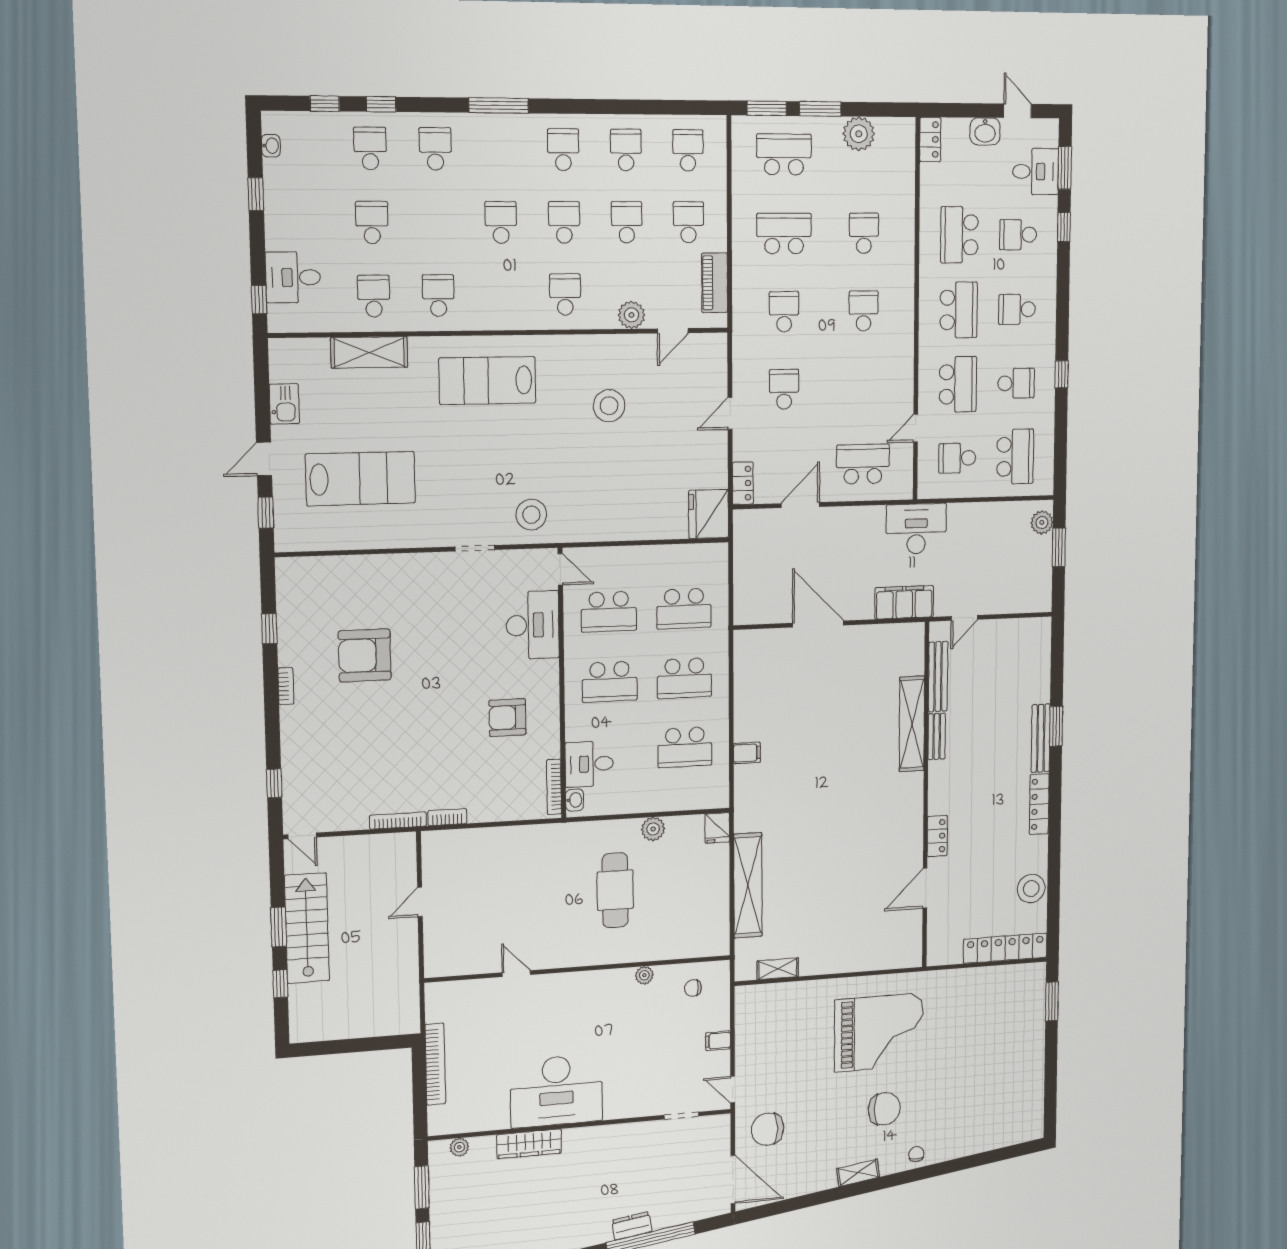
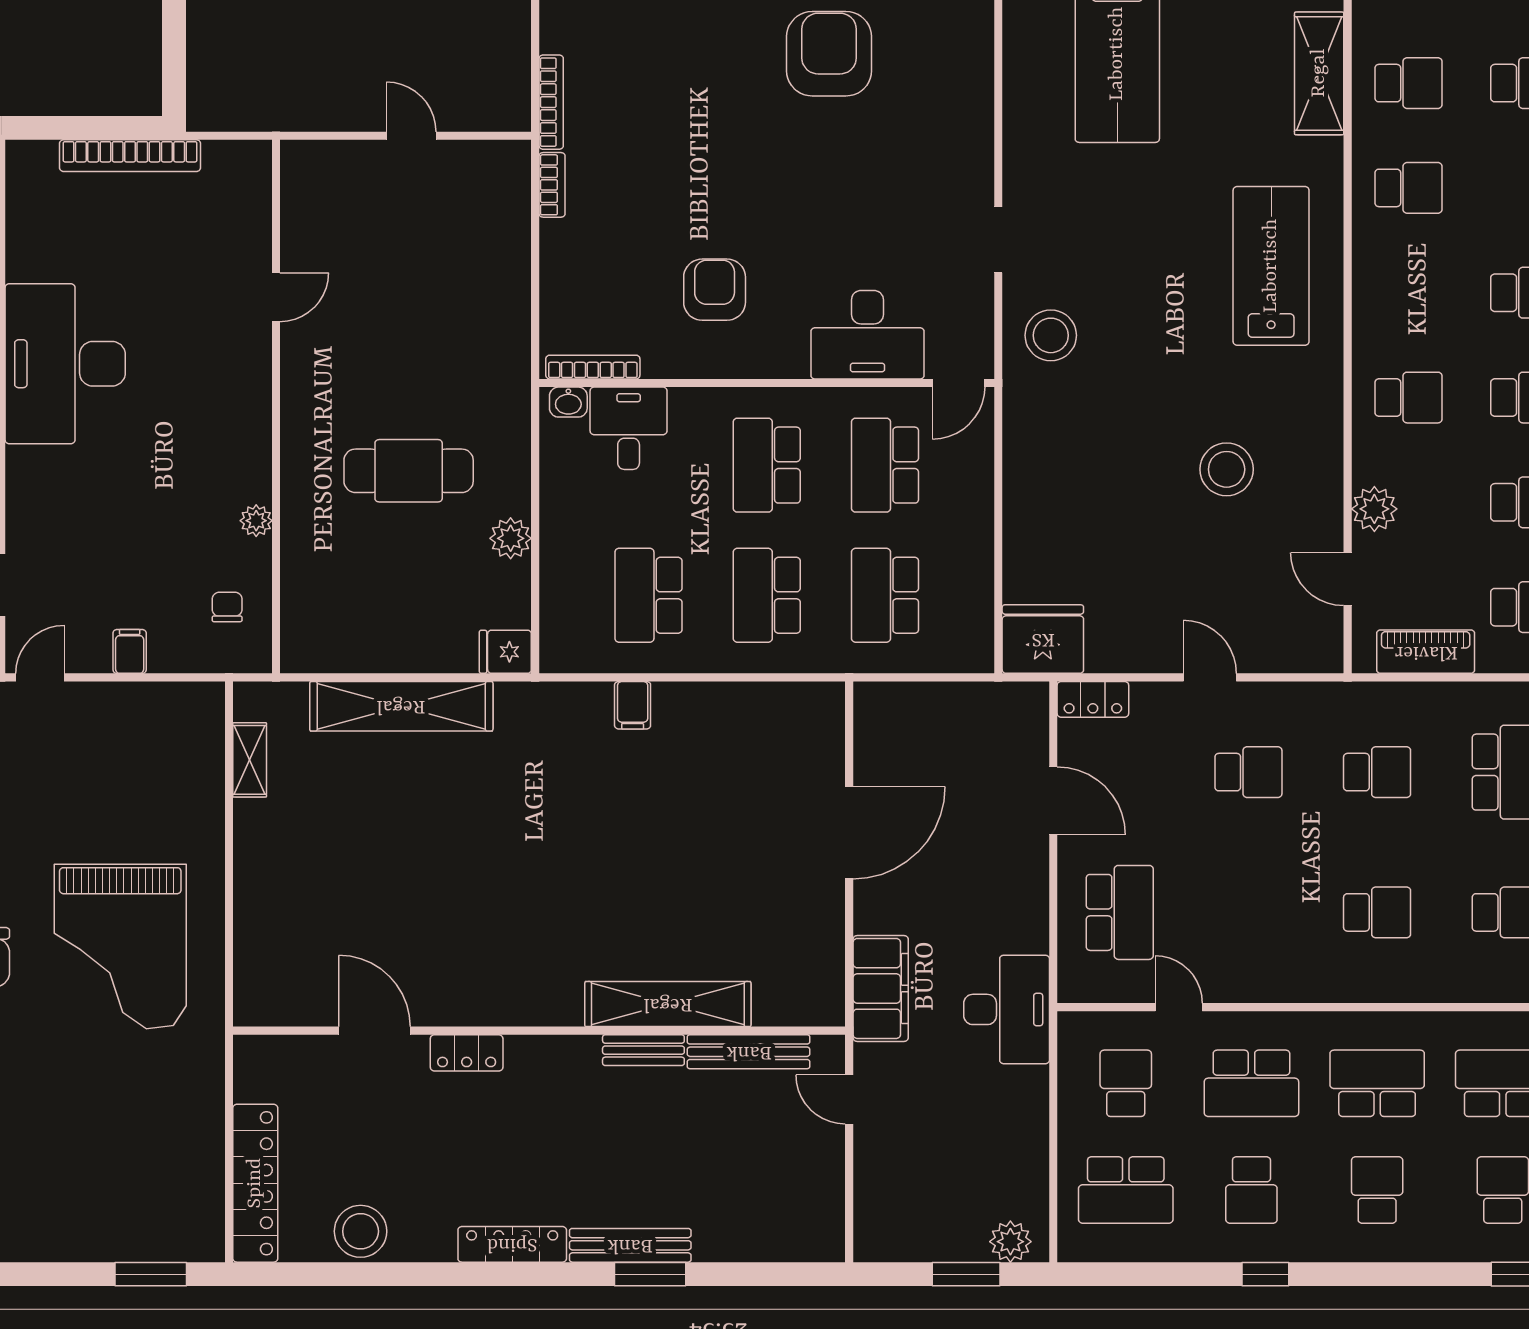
school desk: (959, 310) -> (1377, 1083), turned 180

